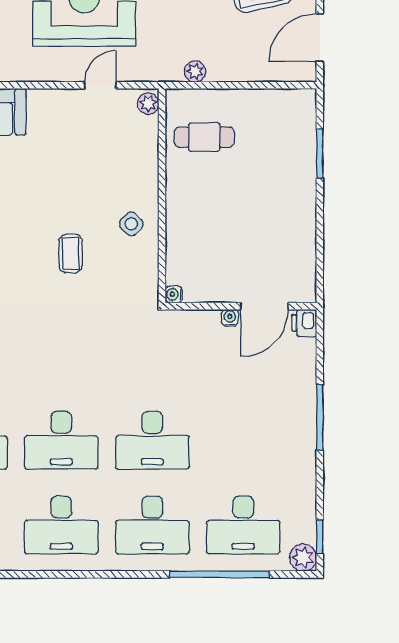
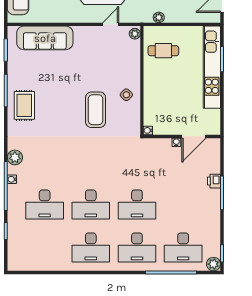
kitchen unit: (300, 170) -> (212, 67), added
coffee table: (71, 253) -> (96, 110), width x1.86, depth x1.72
printer: (304, 323) -> (214, 181), moved

